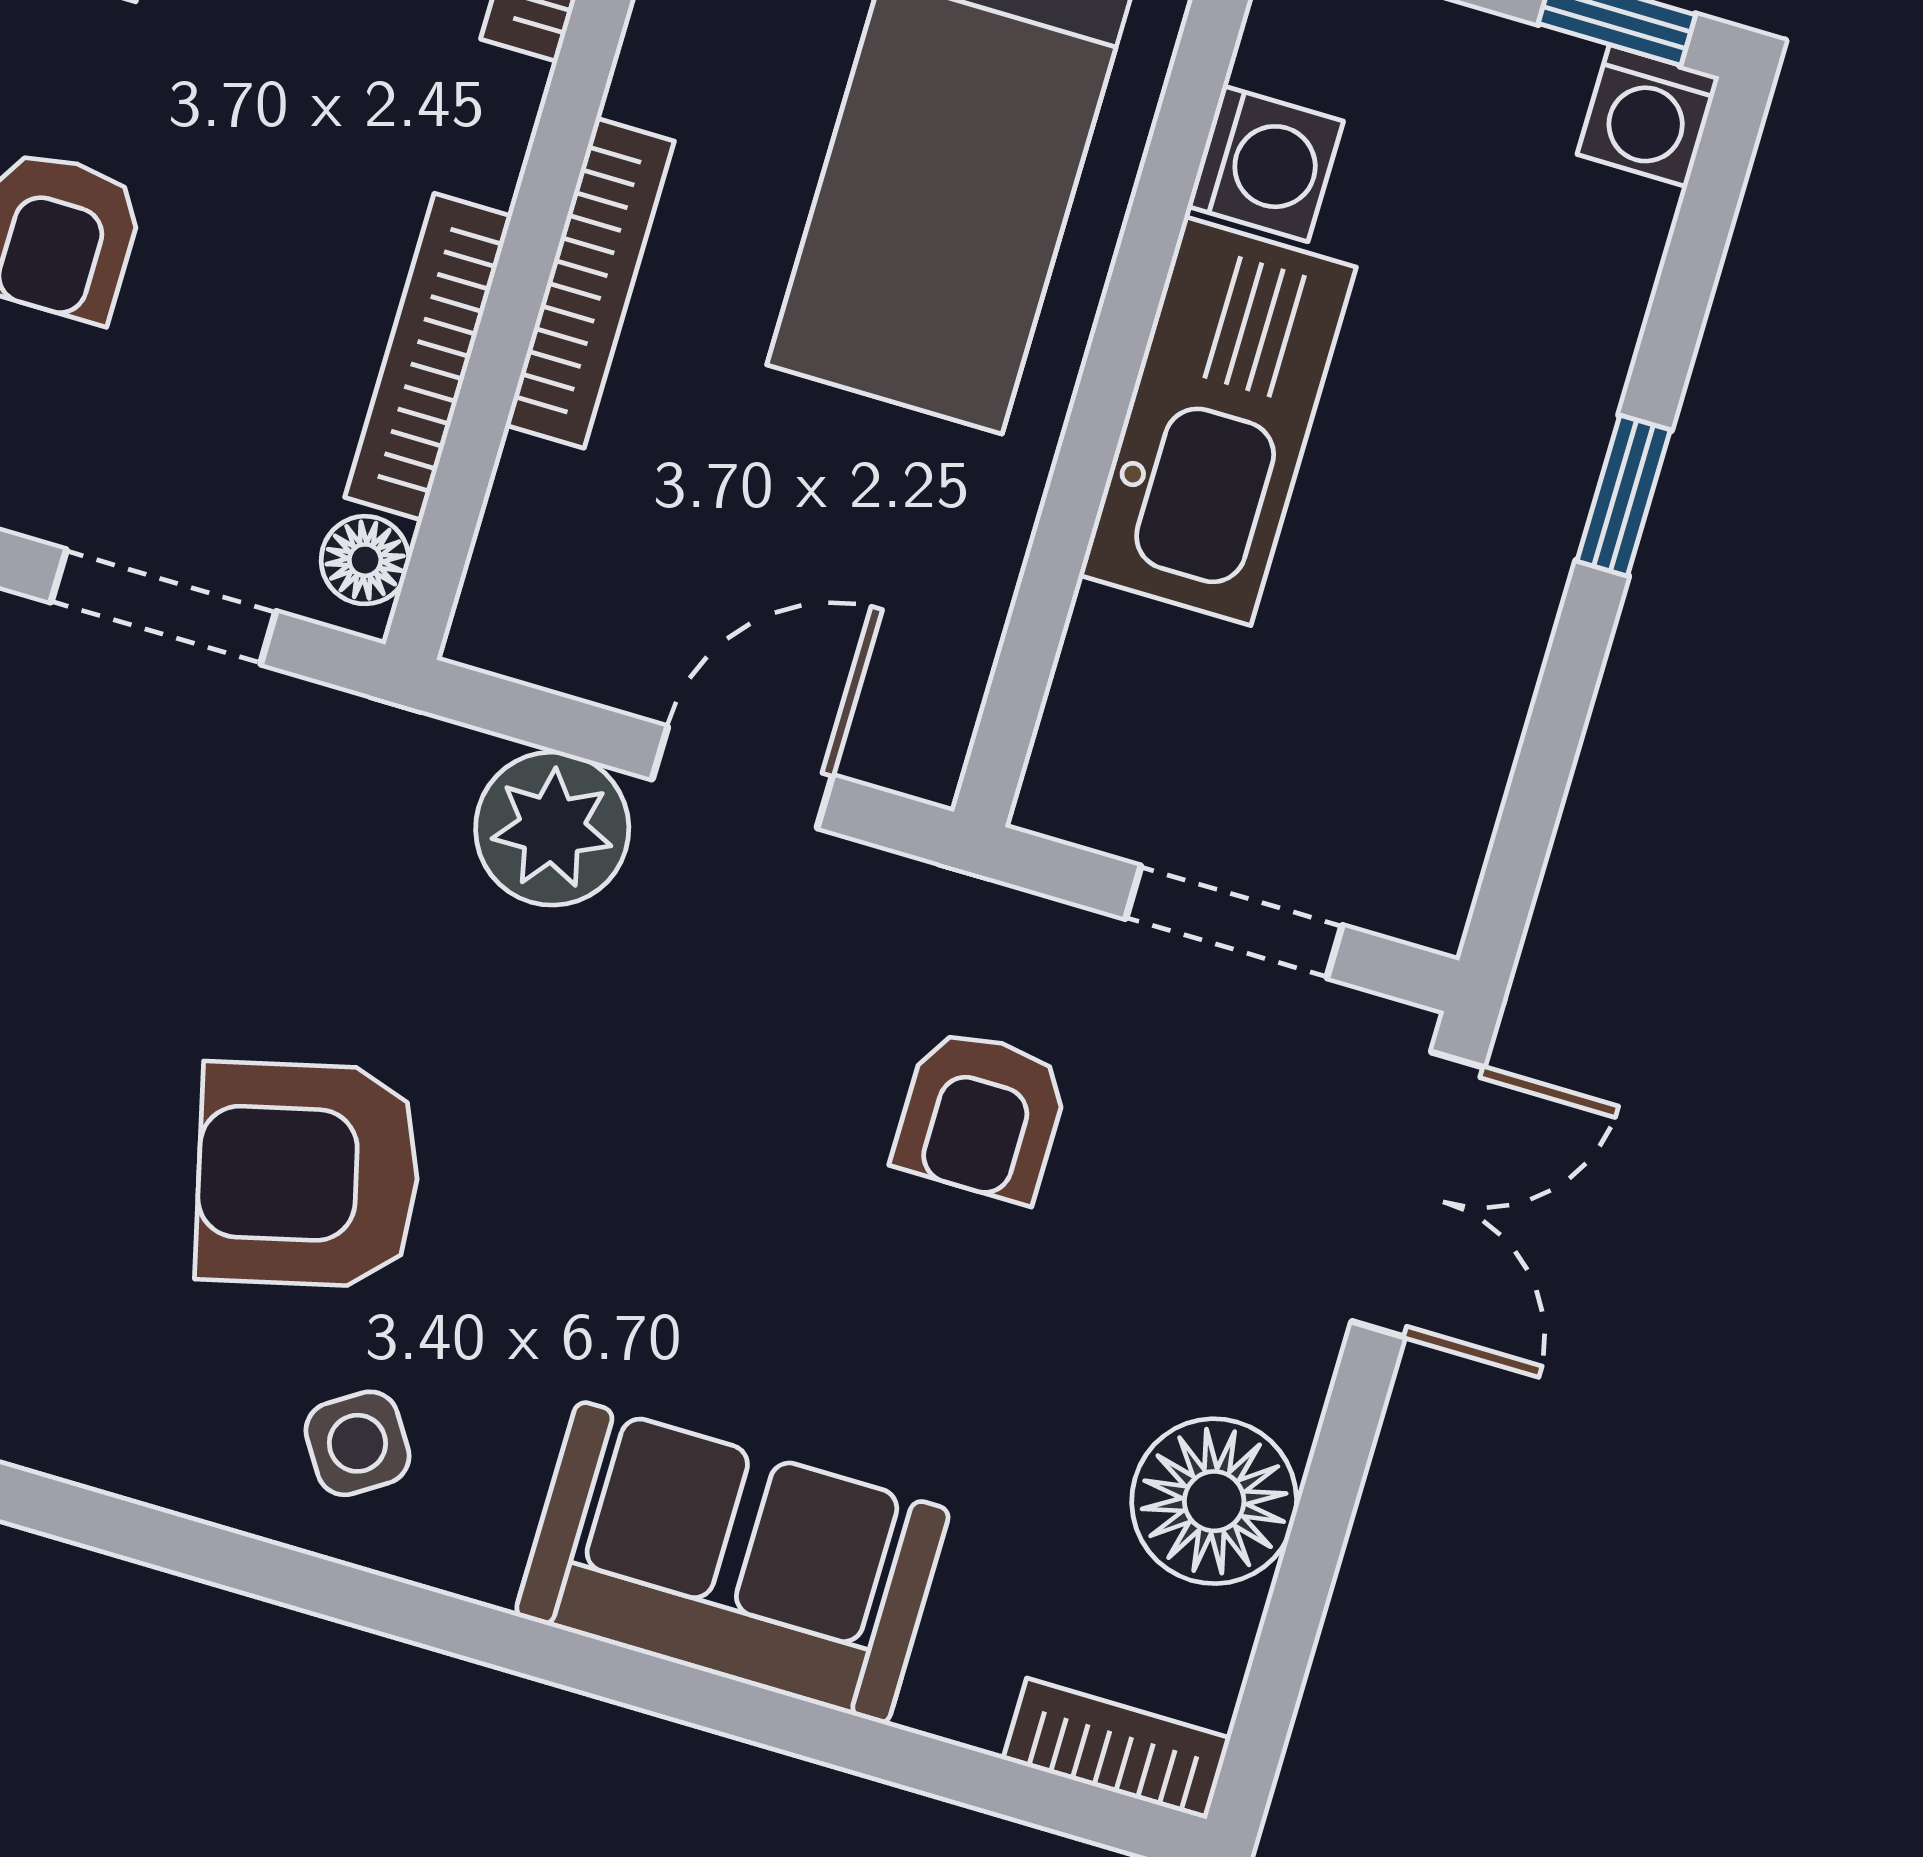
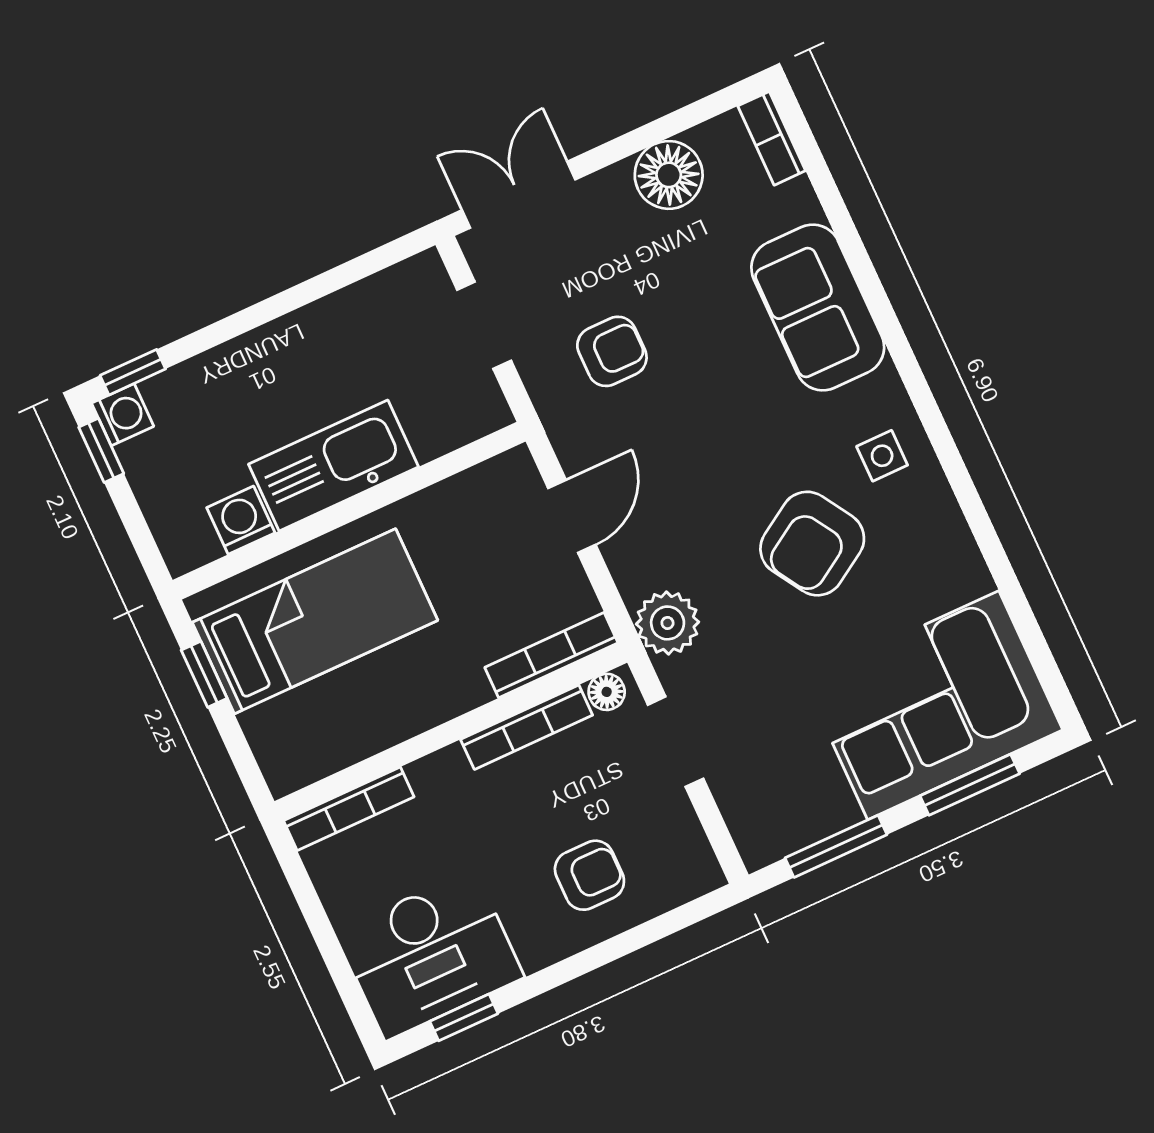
bookcase: (590, 283) -> (551, 655), moved
window: (1624, 496) -> (133, 372), moved
door: (742, 777) -> (572, 516), swing flipped
plant: (552, 829) -> (668, 623), moved
armchair: (308, 1175) -> (812, 544), turned 72
side table: (357, 1443) -> (882, 456), turned 33

